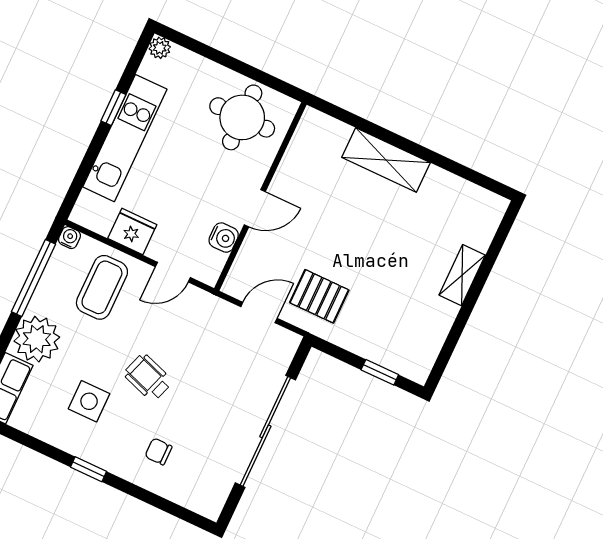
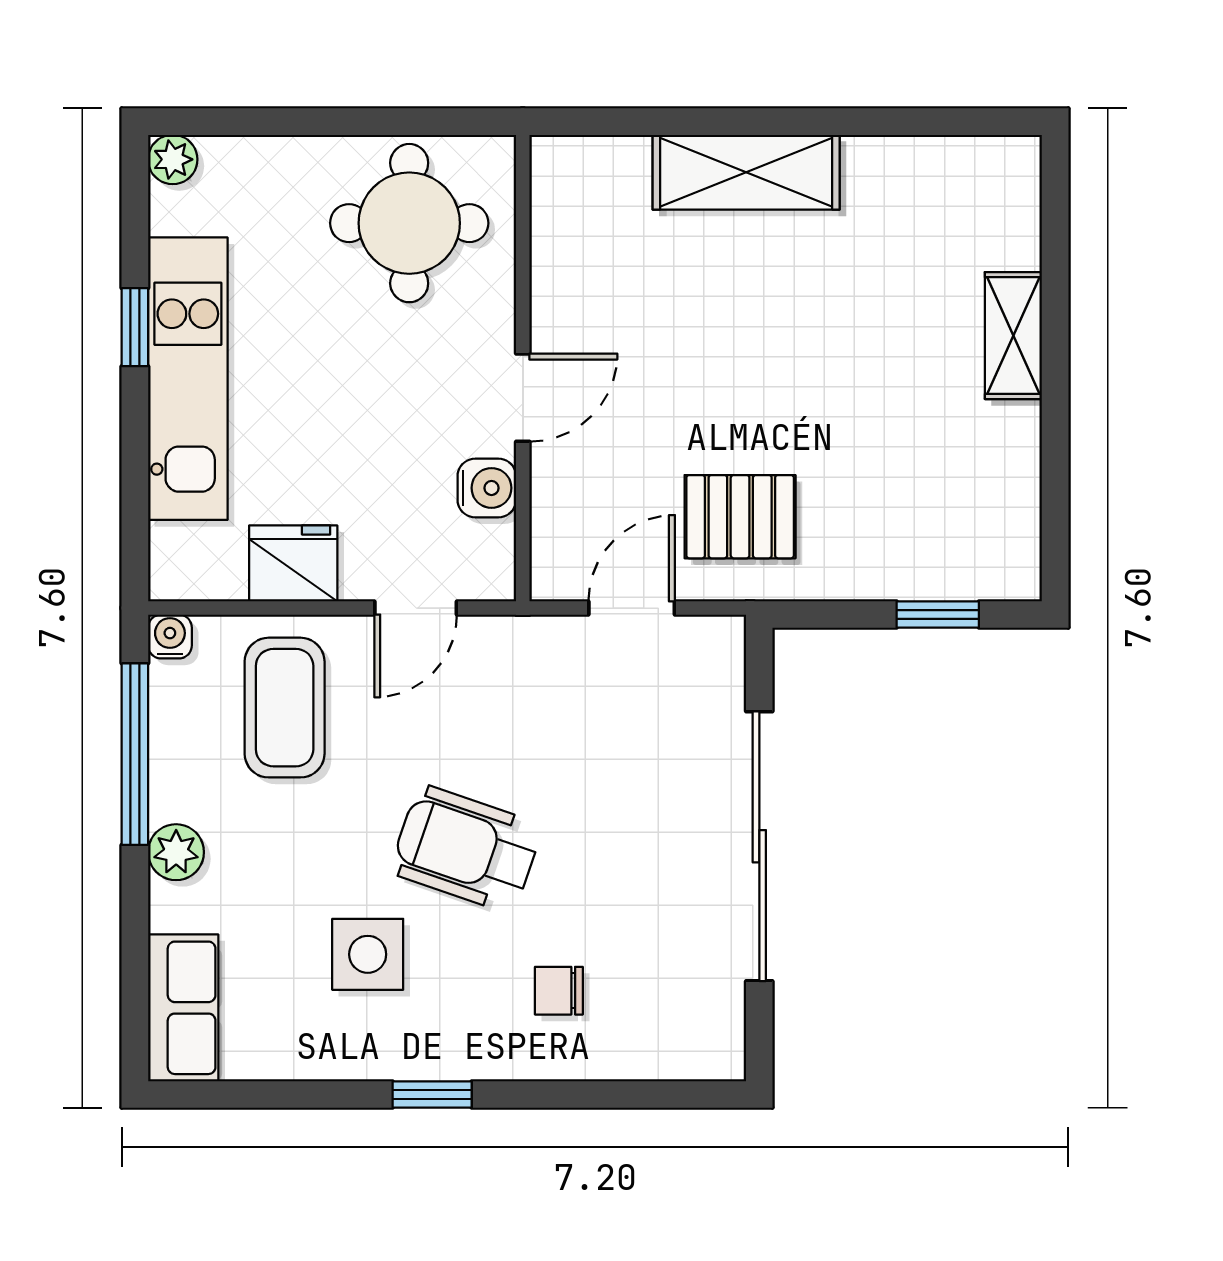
plant: (37, 339) -> (176, 852), width x0.53, depth x0.53
wheelchair: (148, 378) -> (466, 849), width x1.36, depth x1.37

